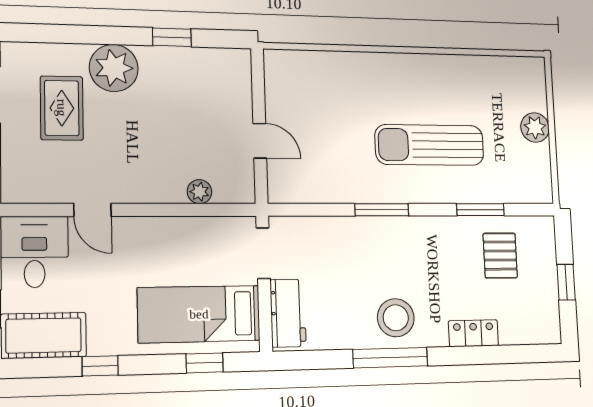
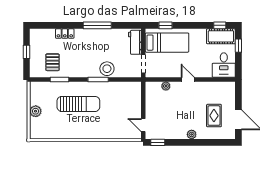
window: (172, 37) -> (158, 142), moved
plant: (114, 68) -> (192, 134), width x0.53, depth x0.53
door: (260, 141) -> (143, 125), moved
door: (92, 210) -> (188, 80), moved
stool: (396, 318) -> (107, 69), moved
window: (100, 366) -> (220, 25), moved

